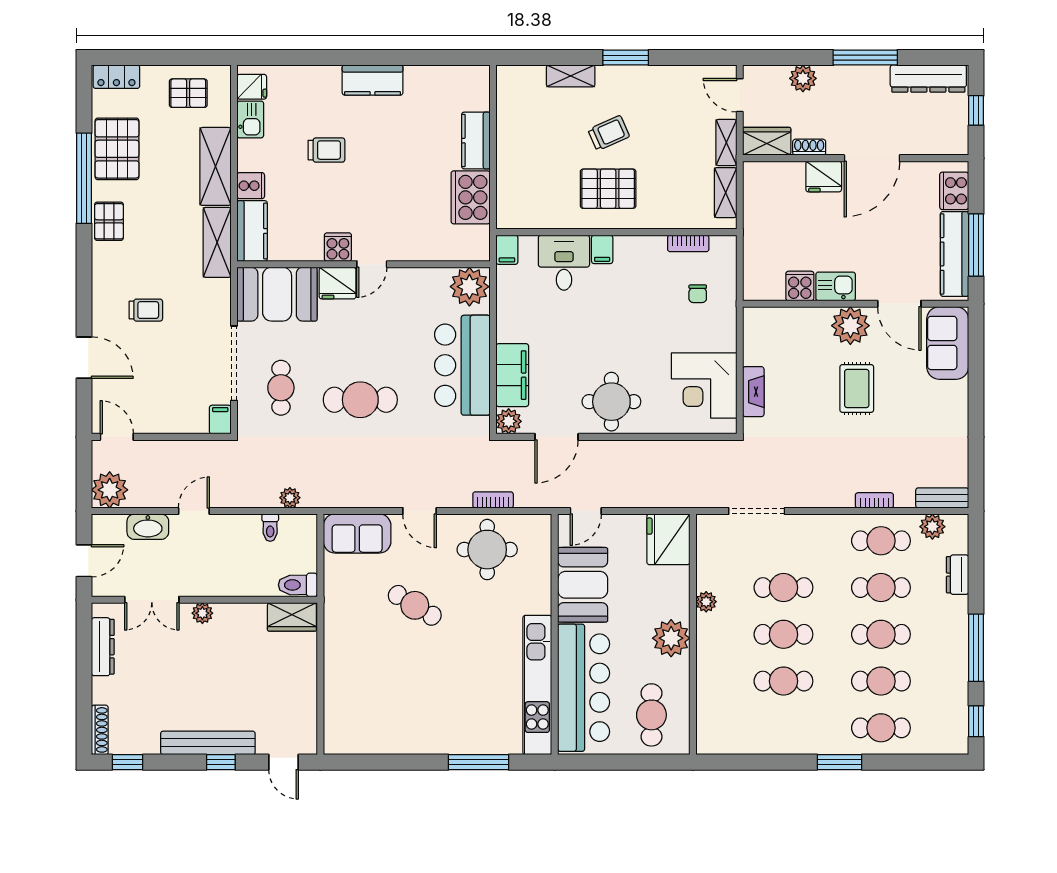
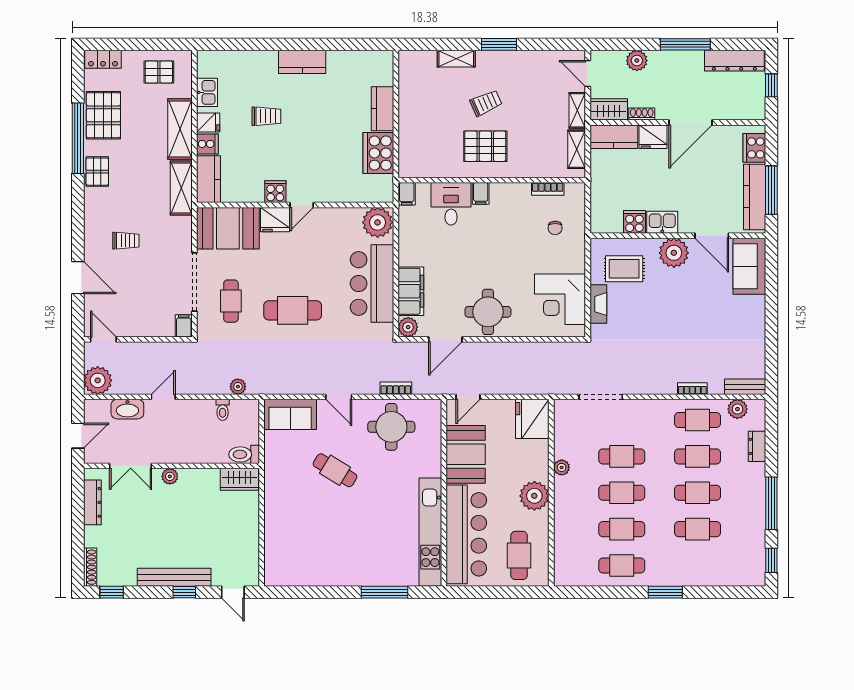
fridge: (252, 87) -> (208, 123), moved
kitchen counter: (773, 176) -> (614, 137), added
rug: (857, 388) -> (624, 269), moved, turned 90
cafe table: (881, 728) -> (622, 566), moved

